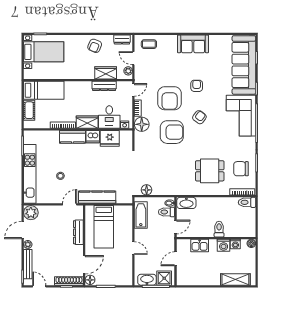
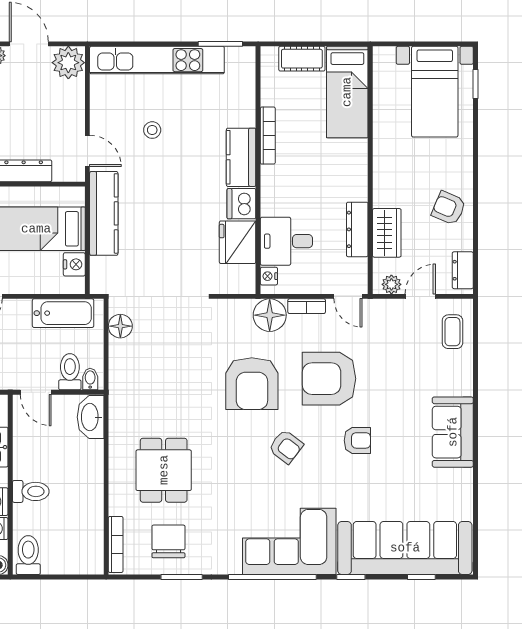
wardrobe: (87, 122) -> (275, 191), removed
toilet: (247, 202) -> (28, 555), moved
nightstand: (119, 210) -> (74, 264), added

